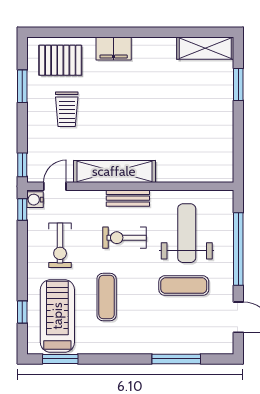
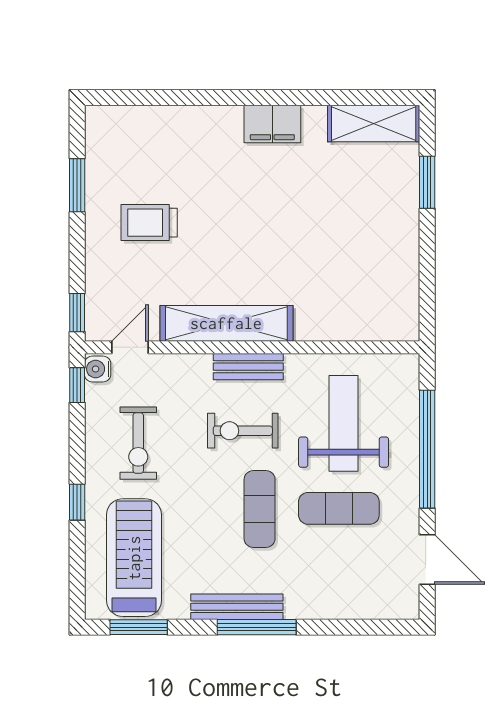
filing cabinet: (114, 48) -> (272, 124), moved
pallet: (60, 60) -> (139, 143), removed
trolley: (67, 109) -> (149, 223), turned 90
exercise mat: (107, 297) -> (260, 509), moved
window: (22, 312) -> (77, 502), moved
bench: (121, 346) -> (237, 607), added
window: (176, 359) -> (257, 627), moved

